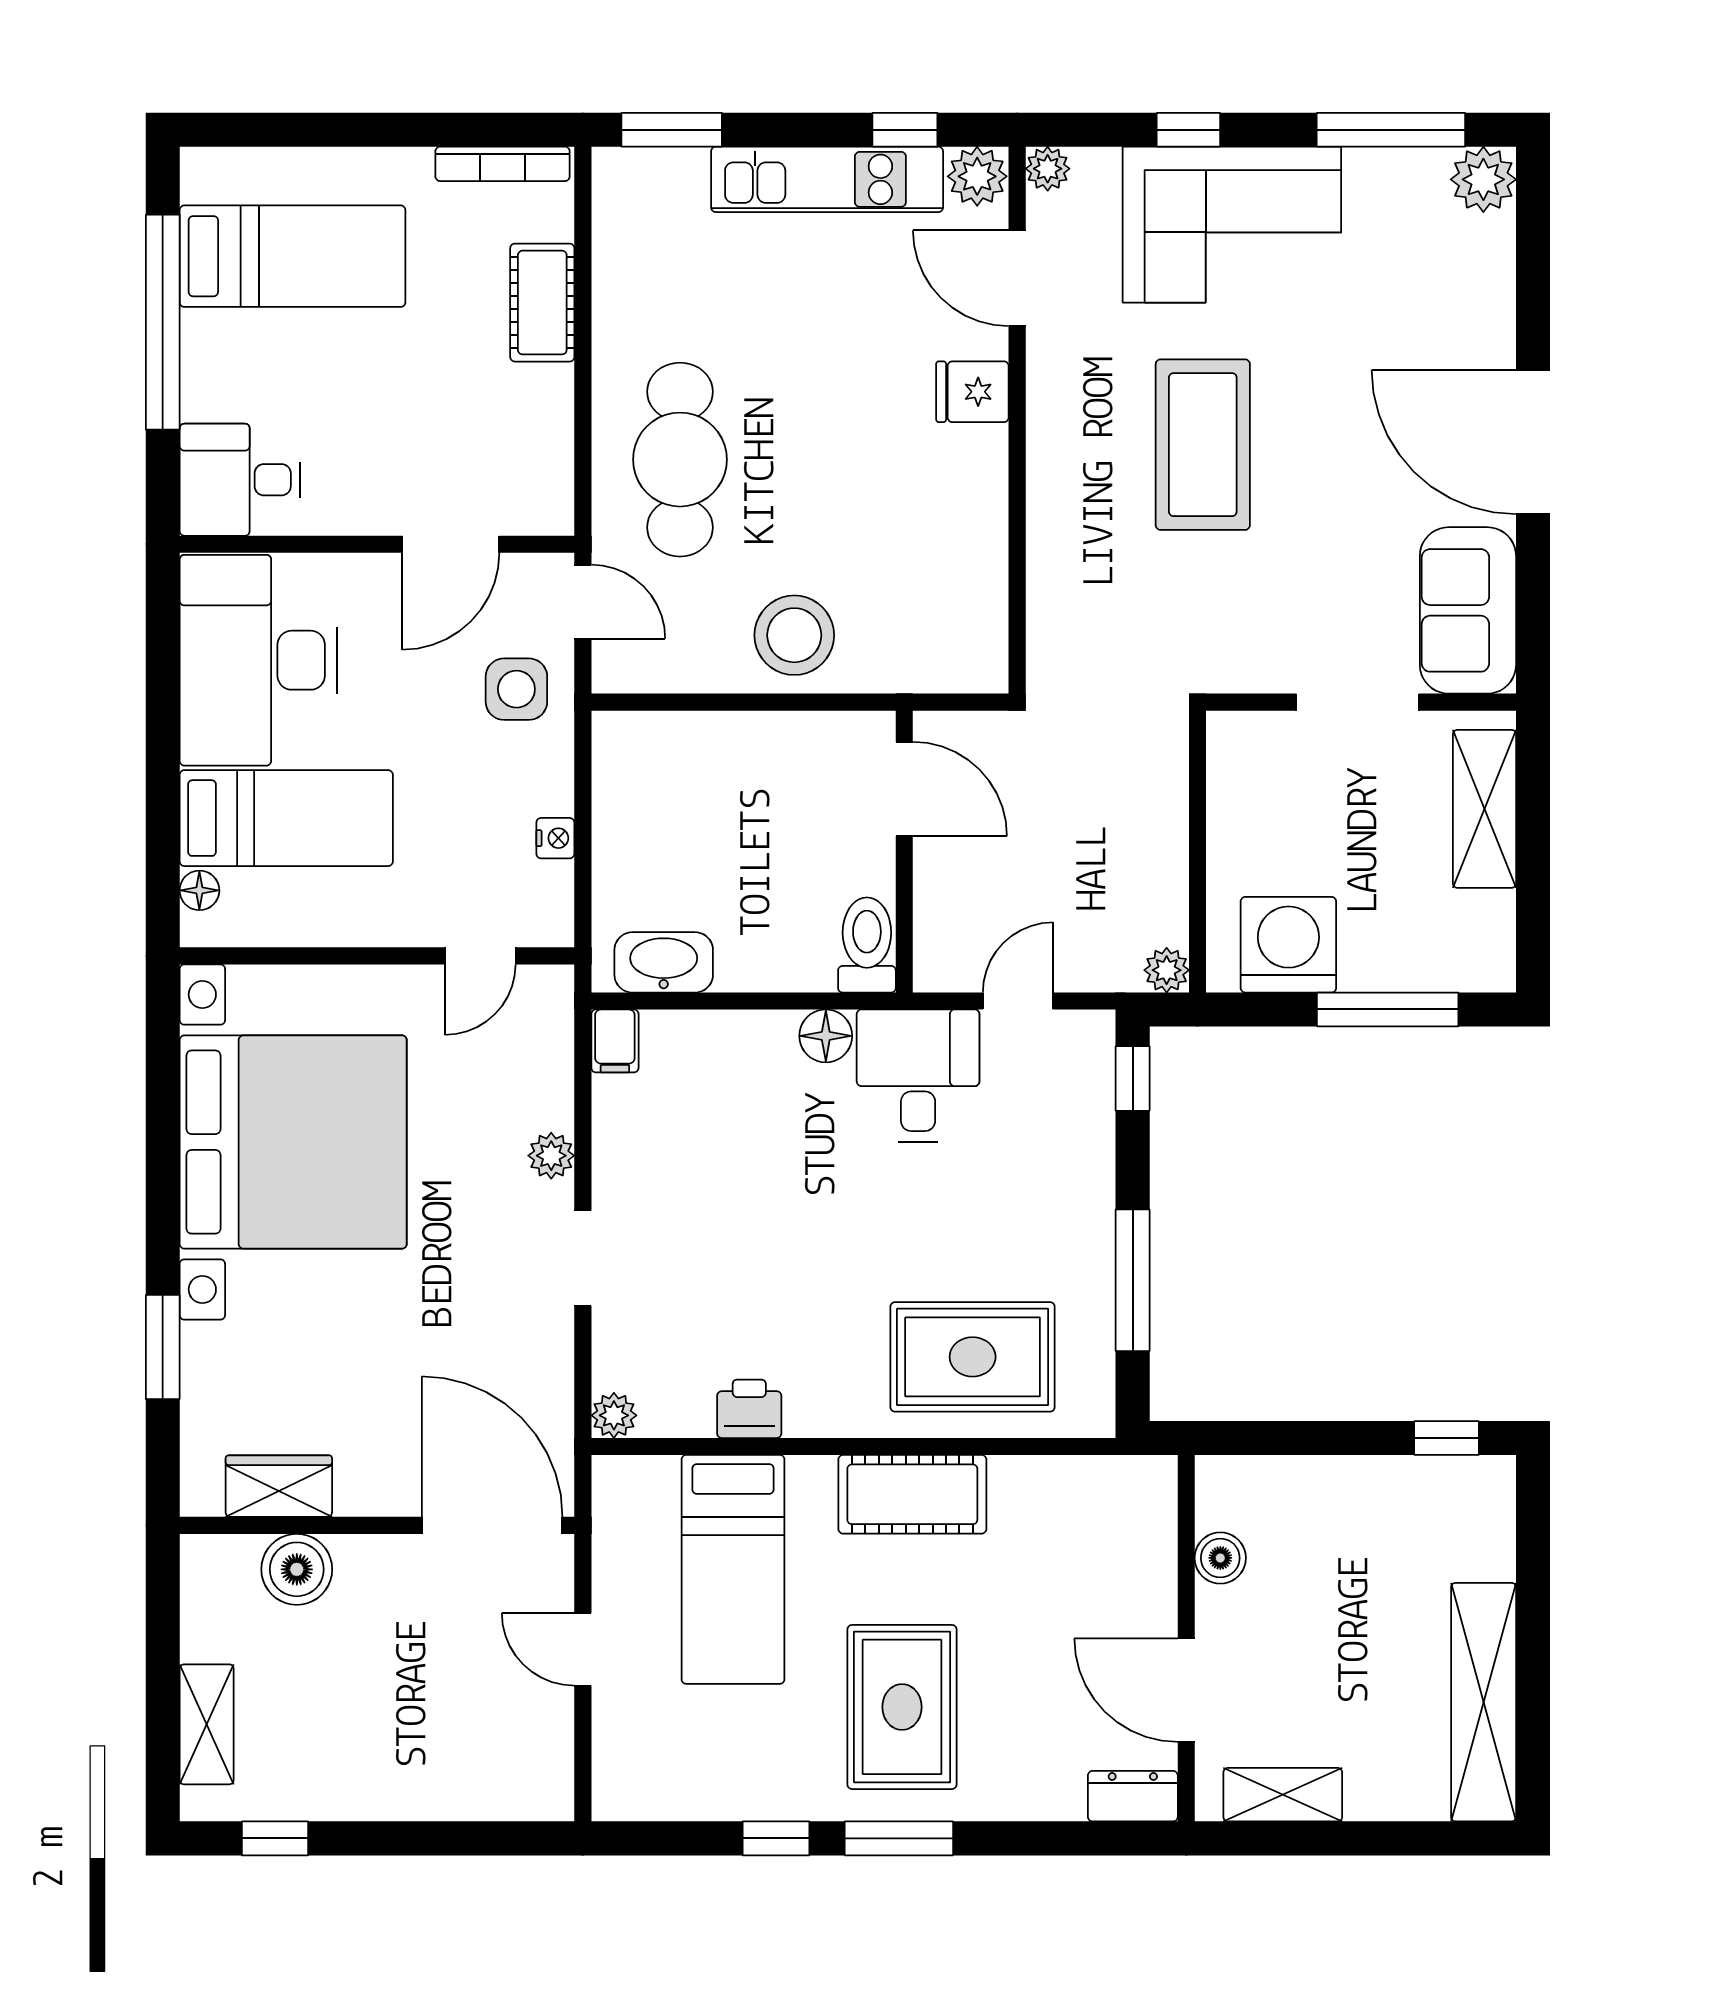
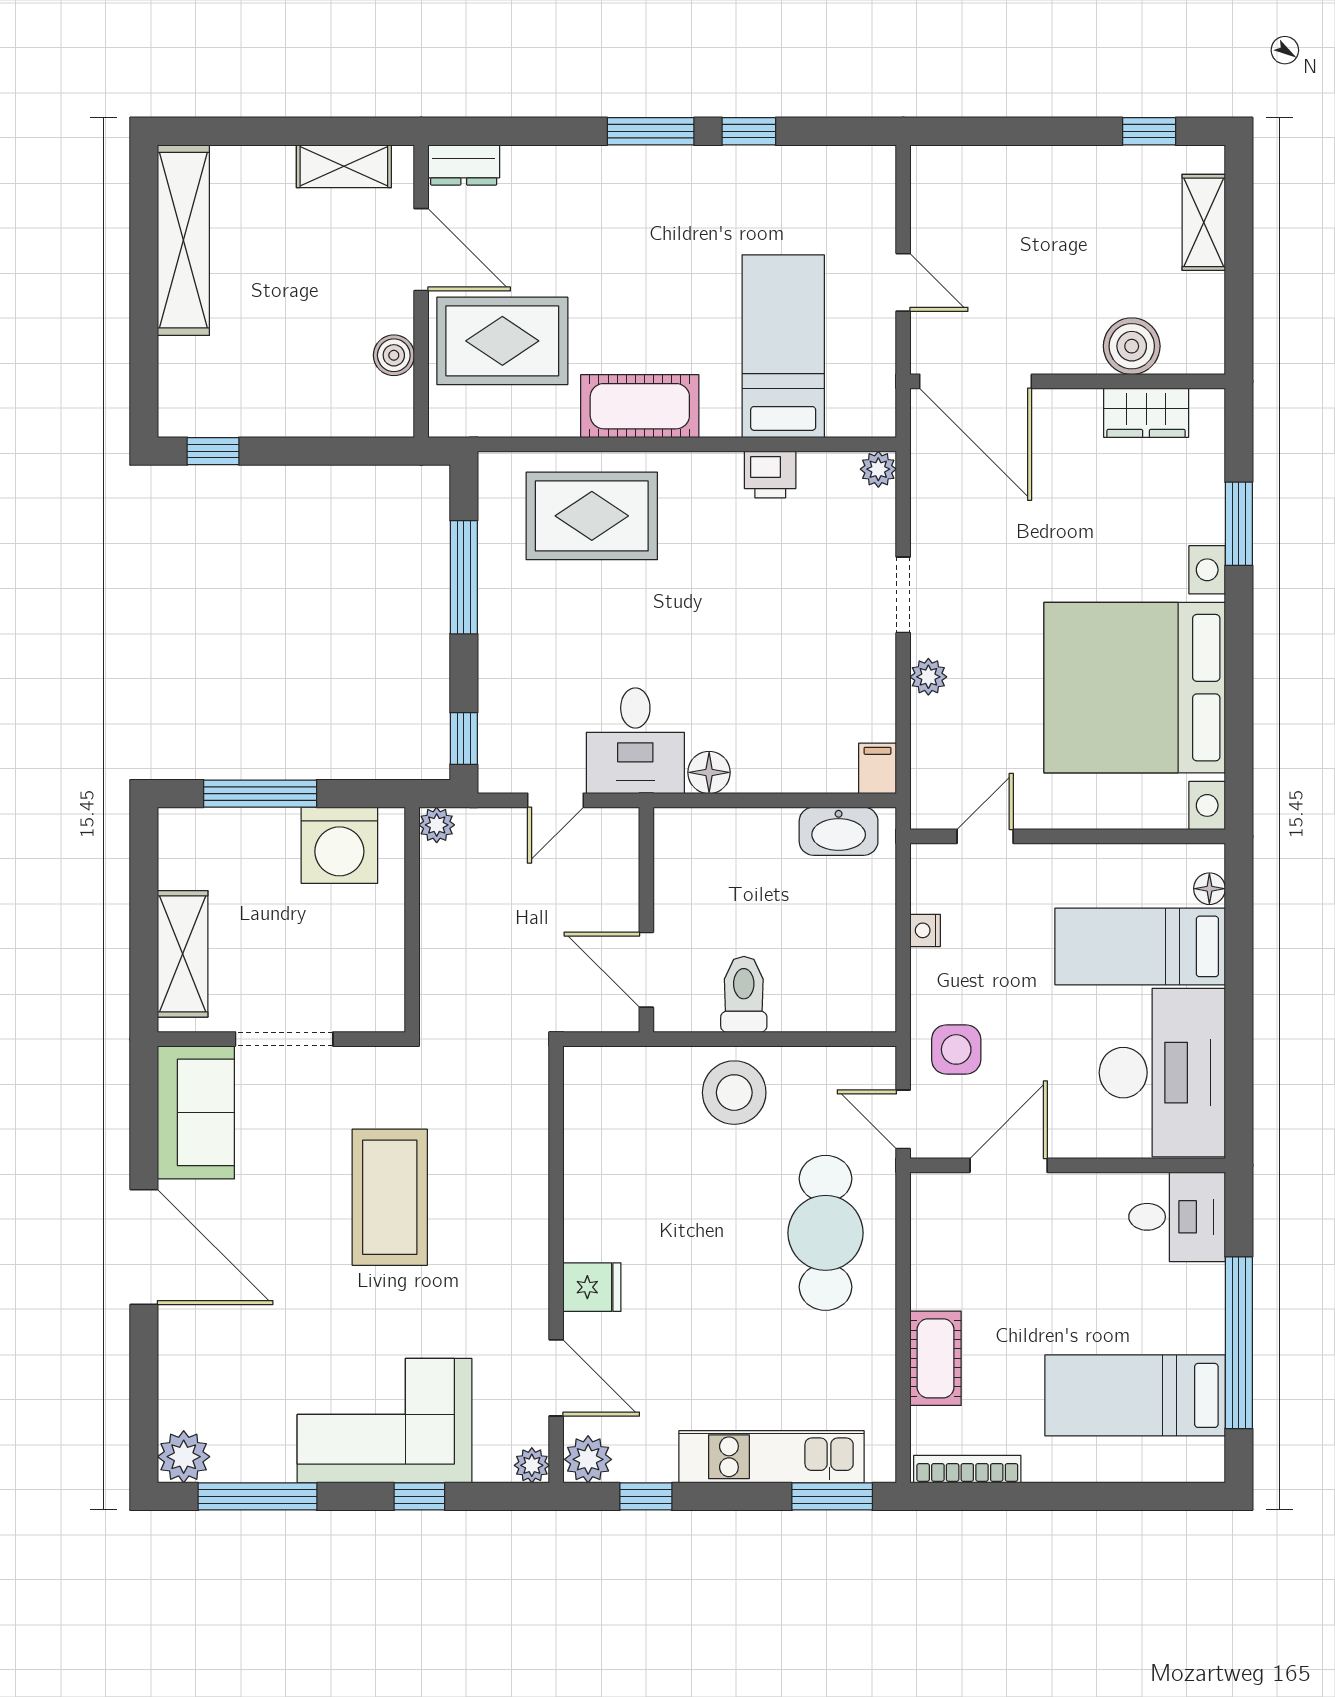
kitchen unit: (827, 179) -> (772, 1457), moved
coffee table: (1203, 445) -> (390, 1197), moved
toilet: (867, 945) -> (744, 994), moved, turned 180
rug: (902, 1707) -> (502, 341), moved, turned 90

